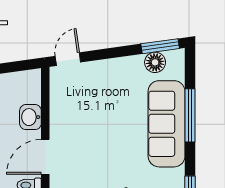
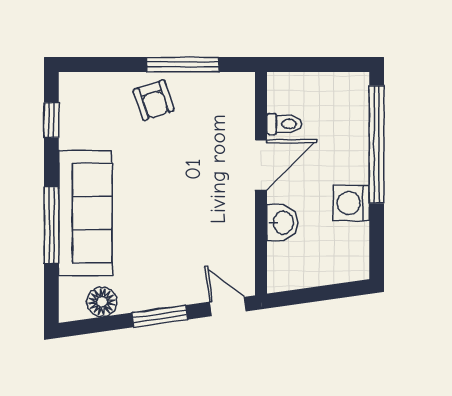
window: (160, 46) -> (160, 316), moved
door: (68, 59) -> (228, 306), swing flipped

